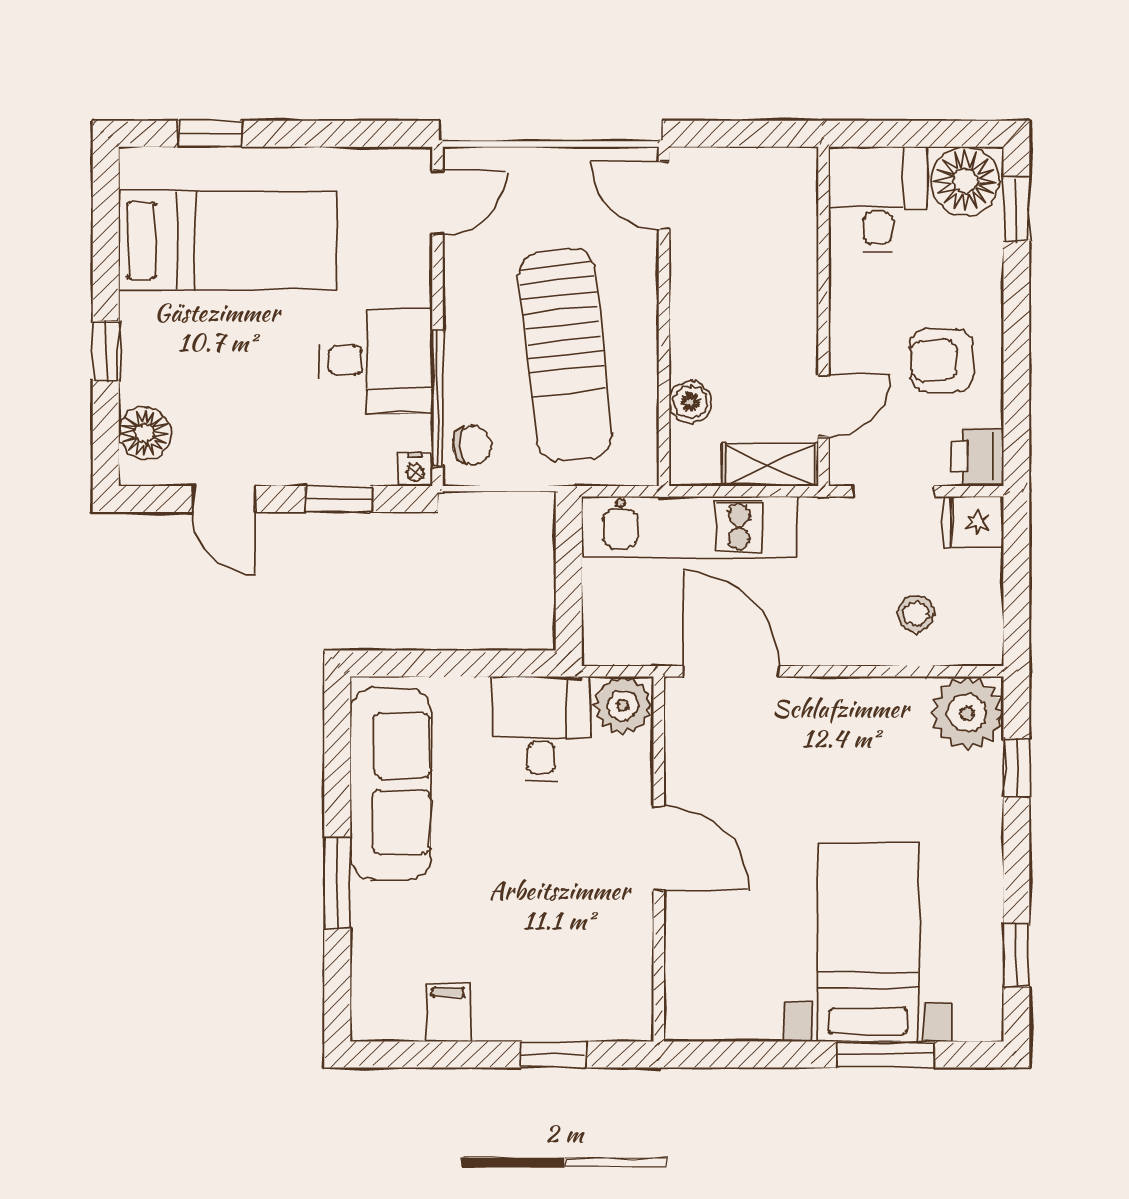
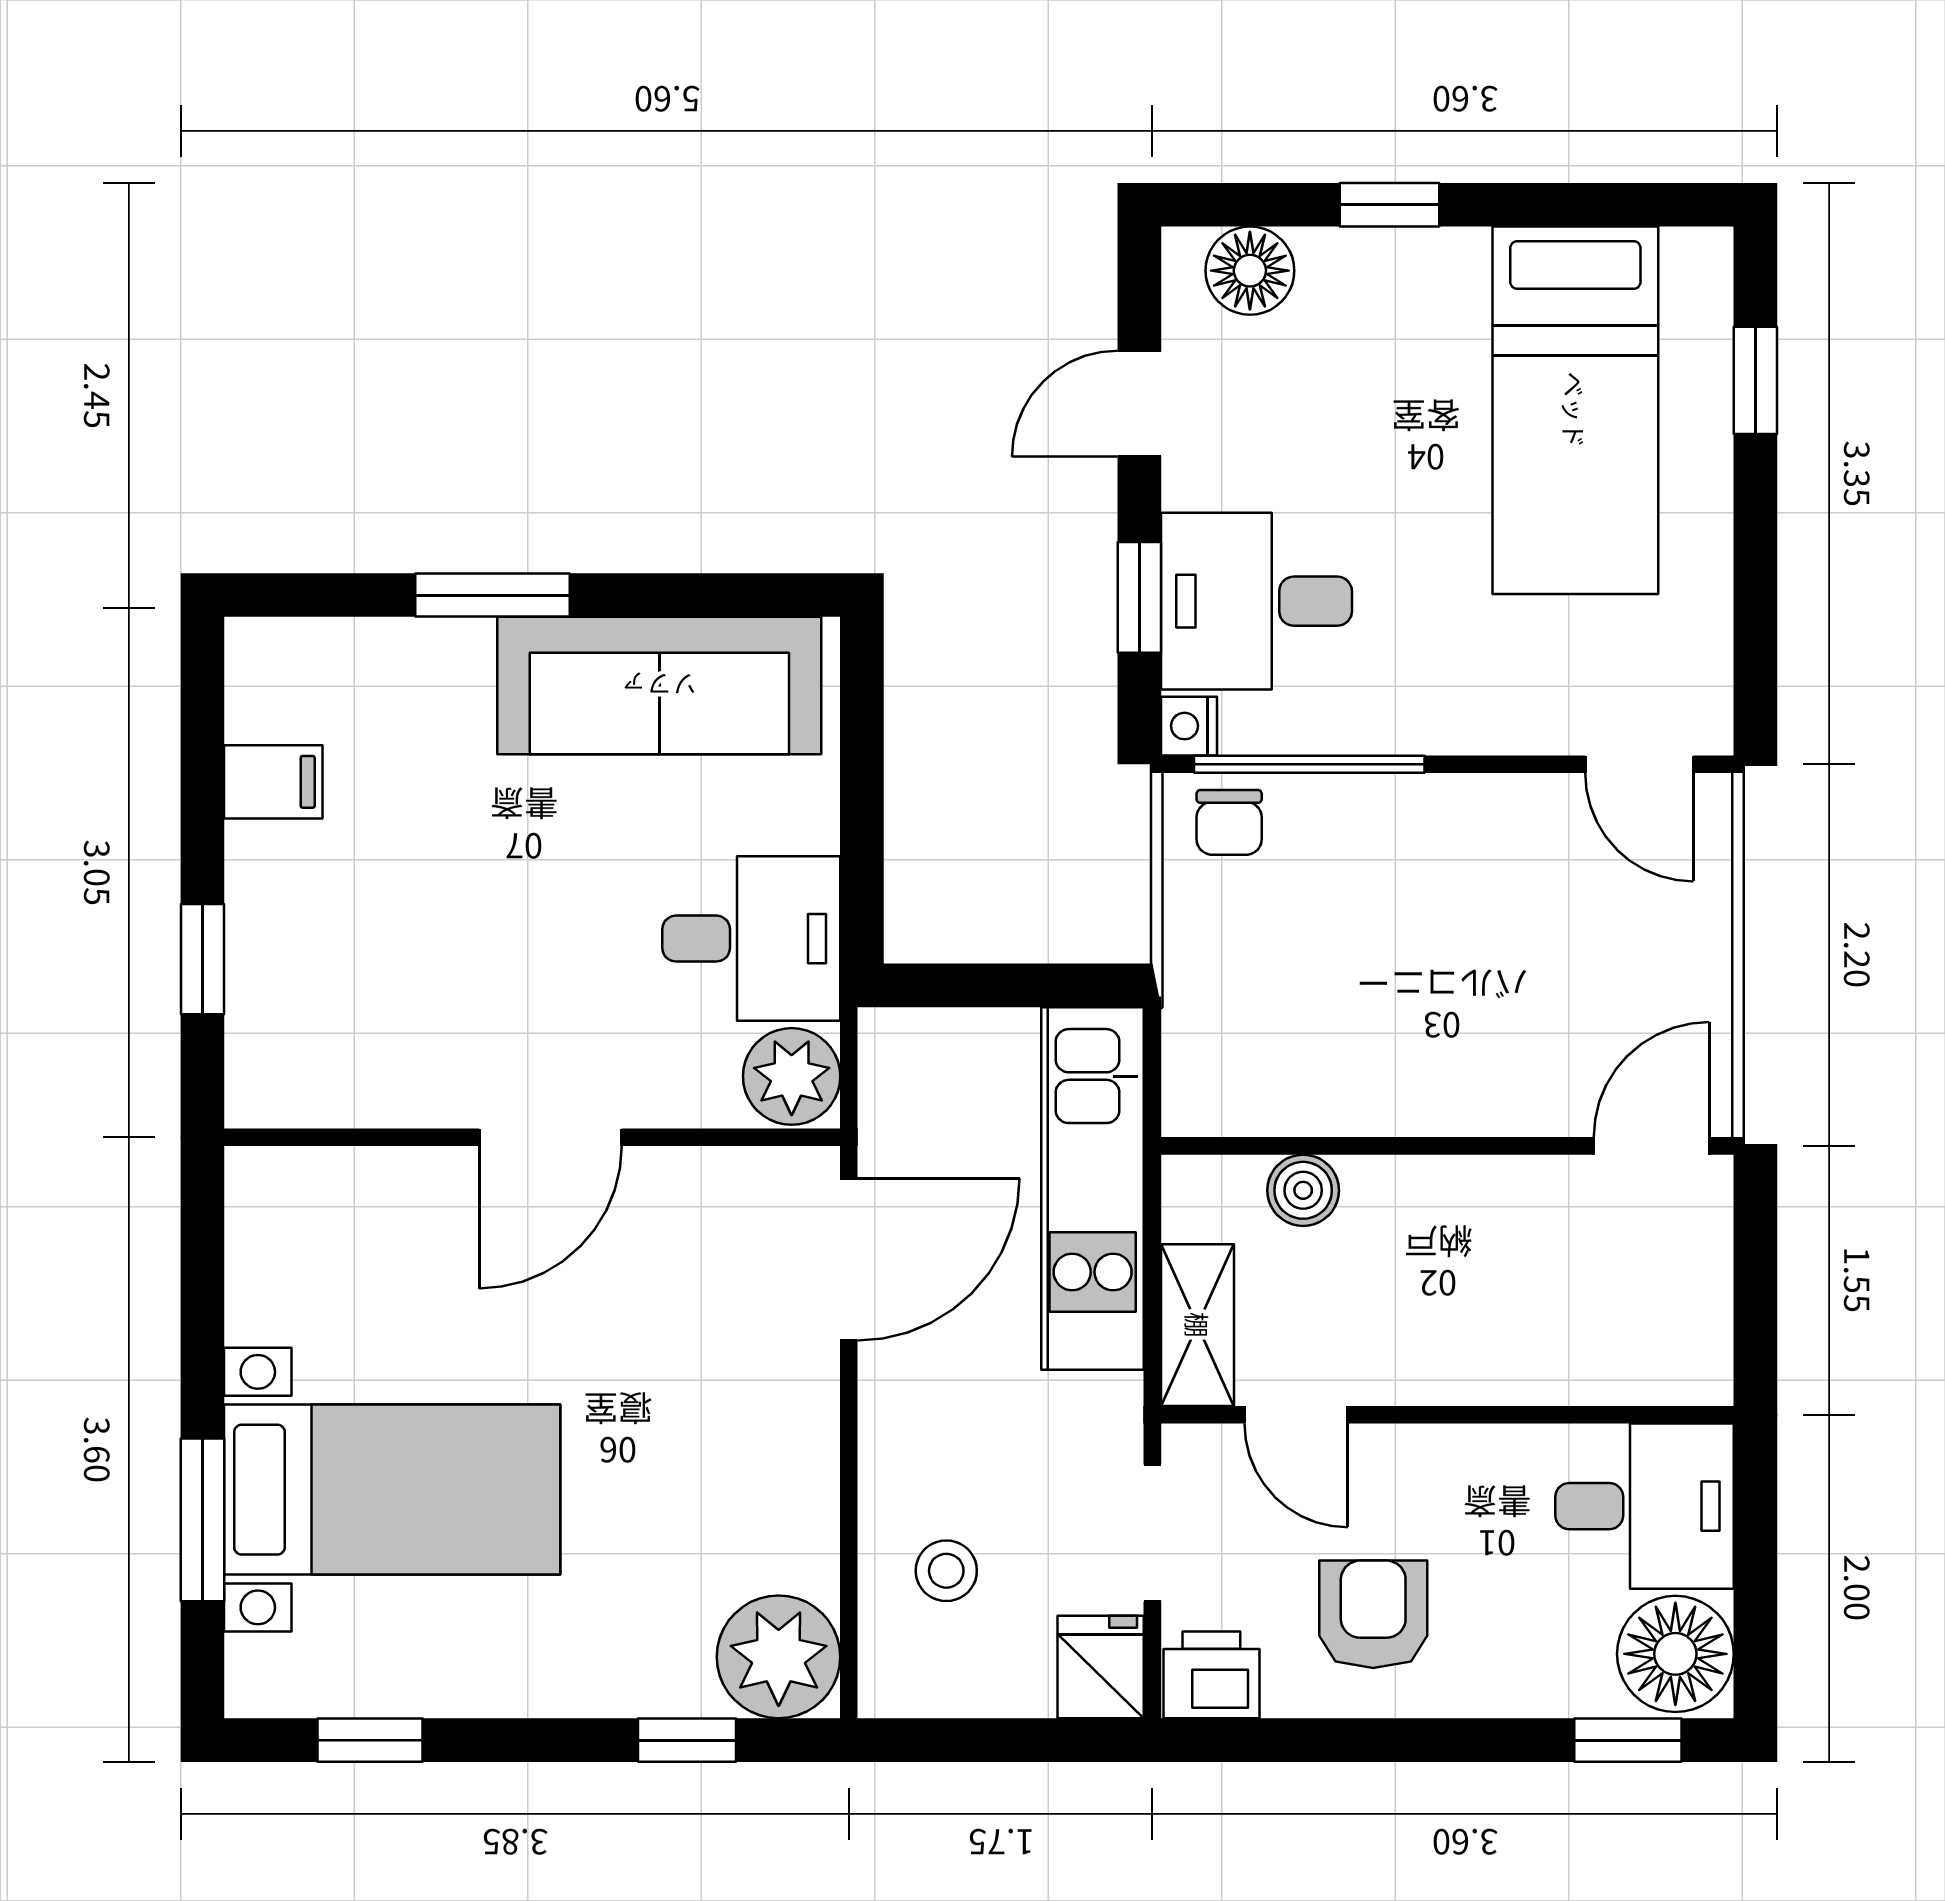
sun lounger: (565, 355) -> (1382, 980), removed
desk: (376, 361) -> (1256, 601), moved, turned 90

